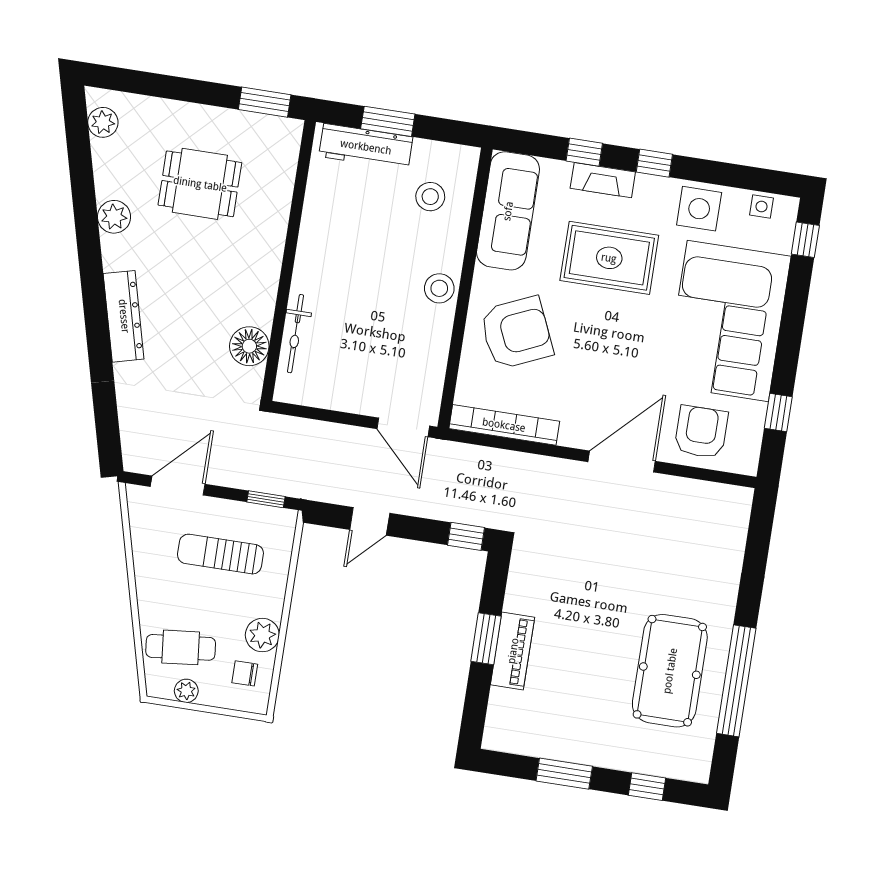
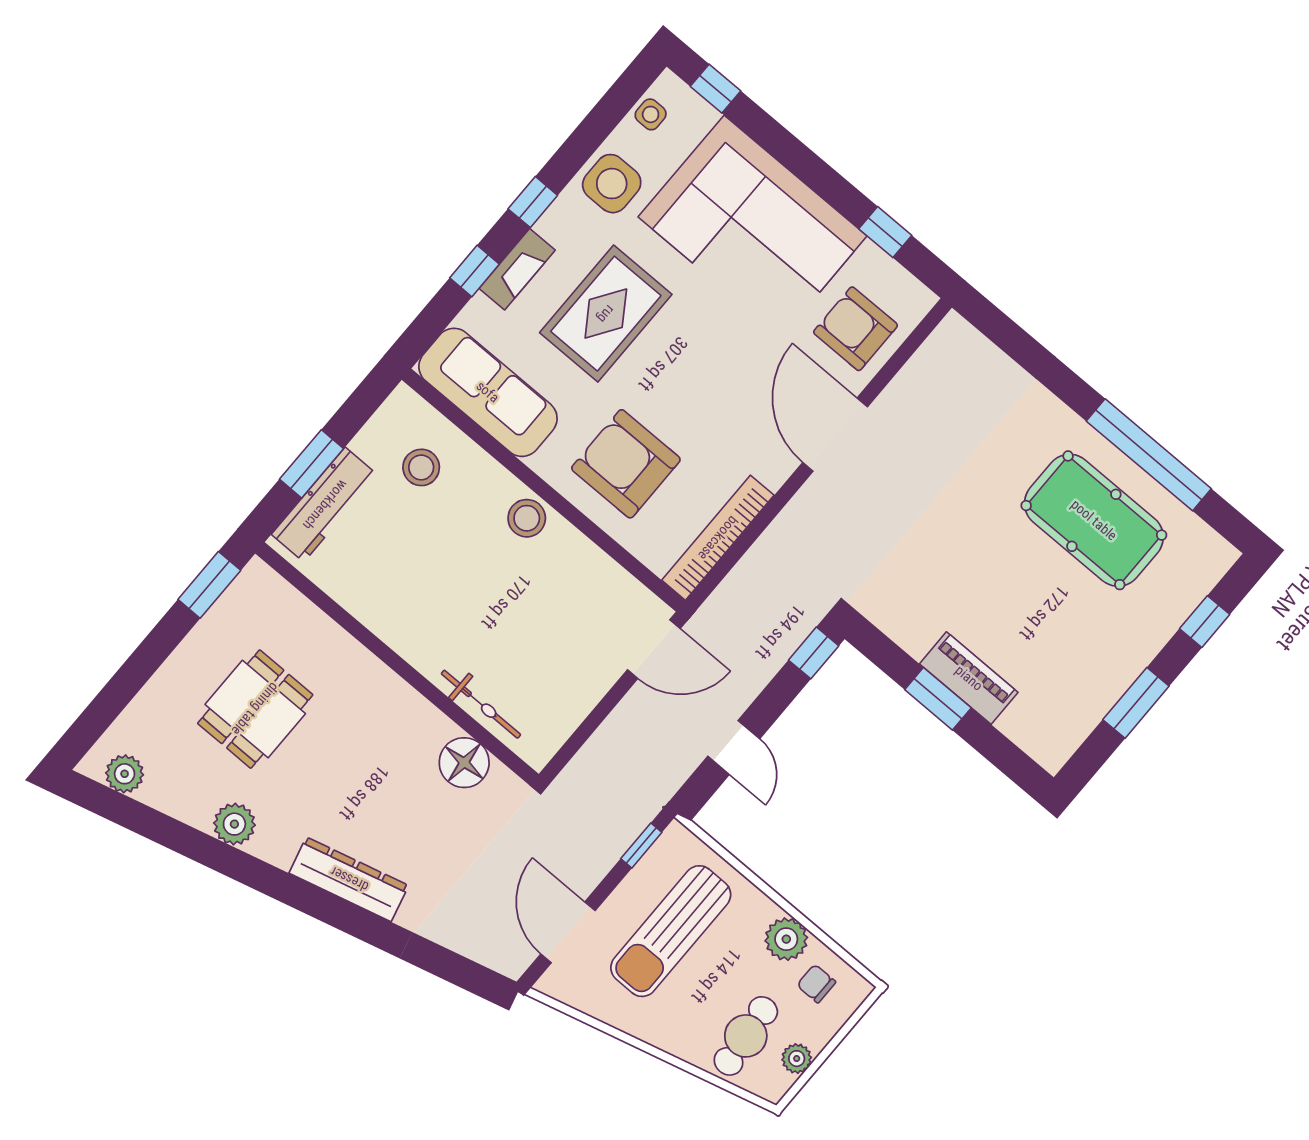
armchair: (516, 333) -> (626, 464), turned -66
sun lounger: (220, 554) -> (671, 931), width x1.36, depth x1.34
chair: (245, 673) -> (816, 984), turned 90

